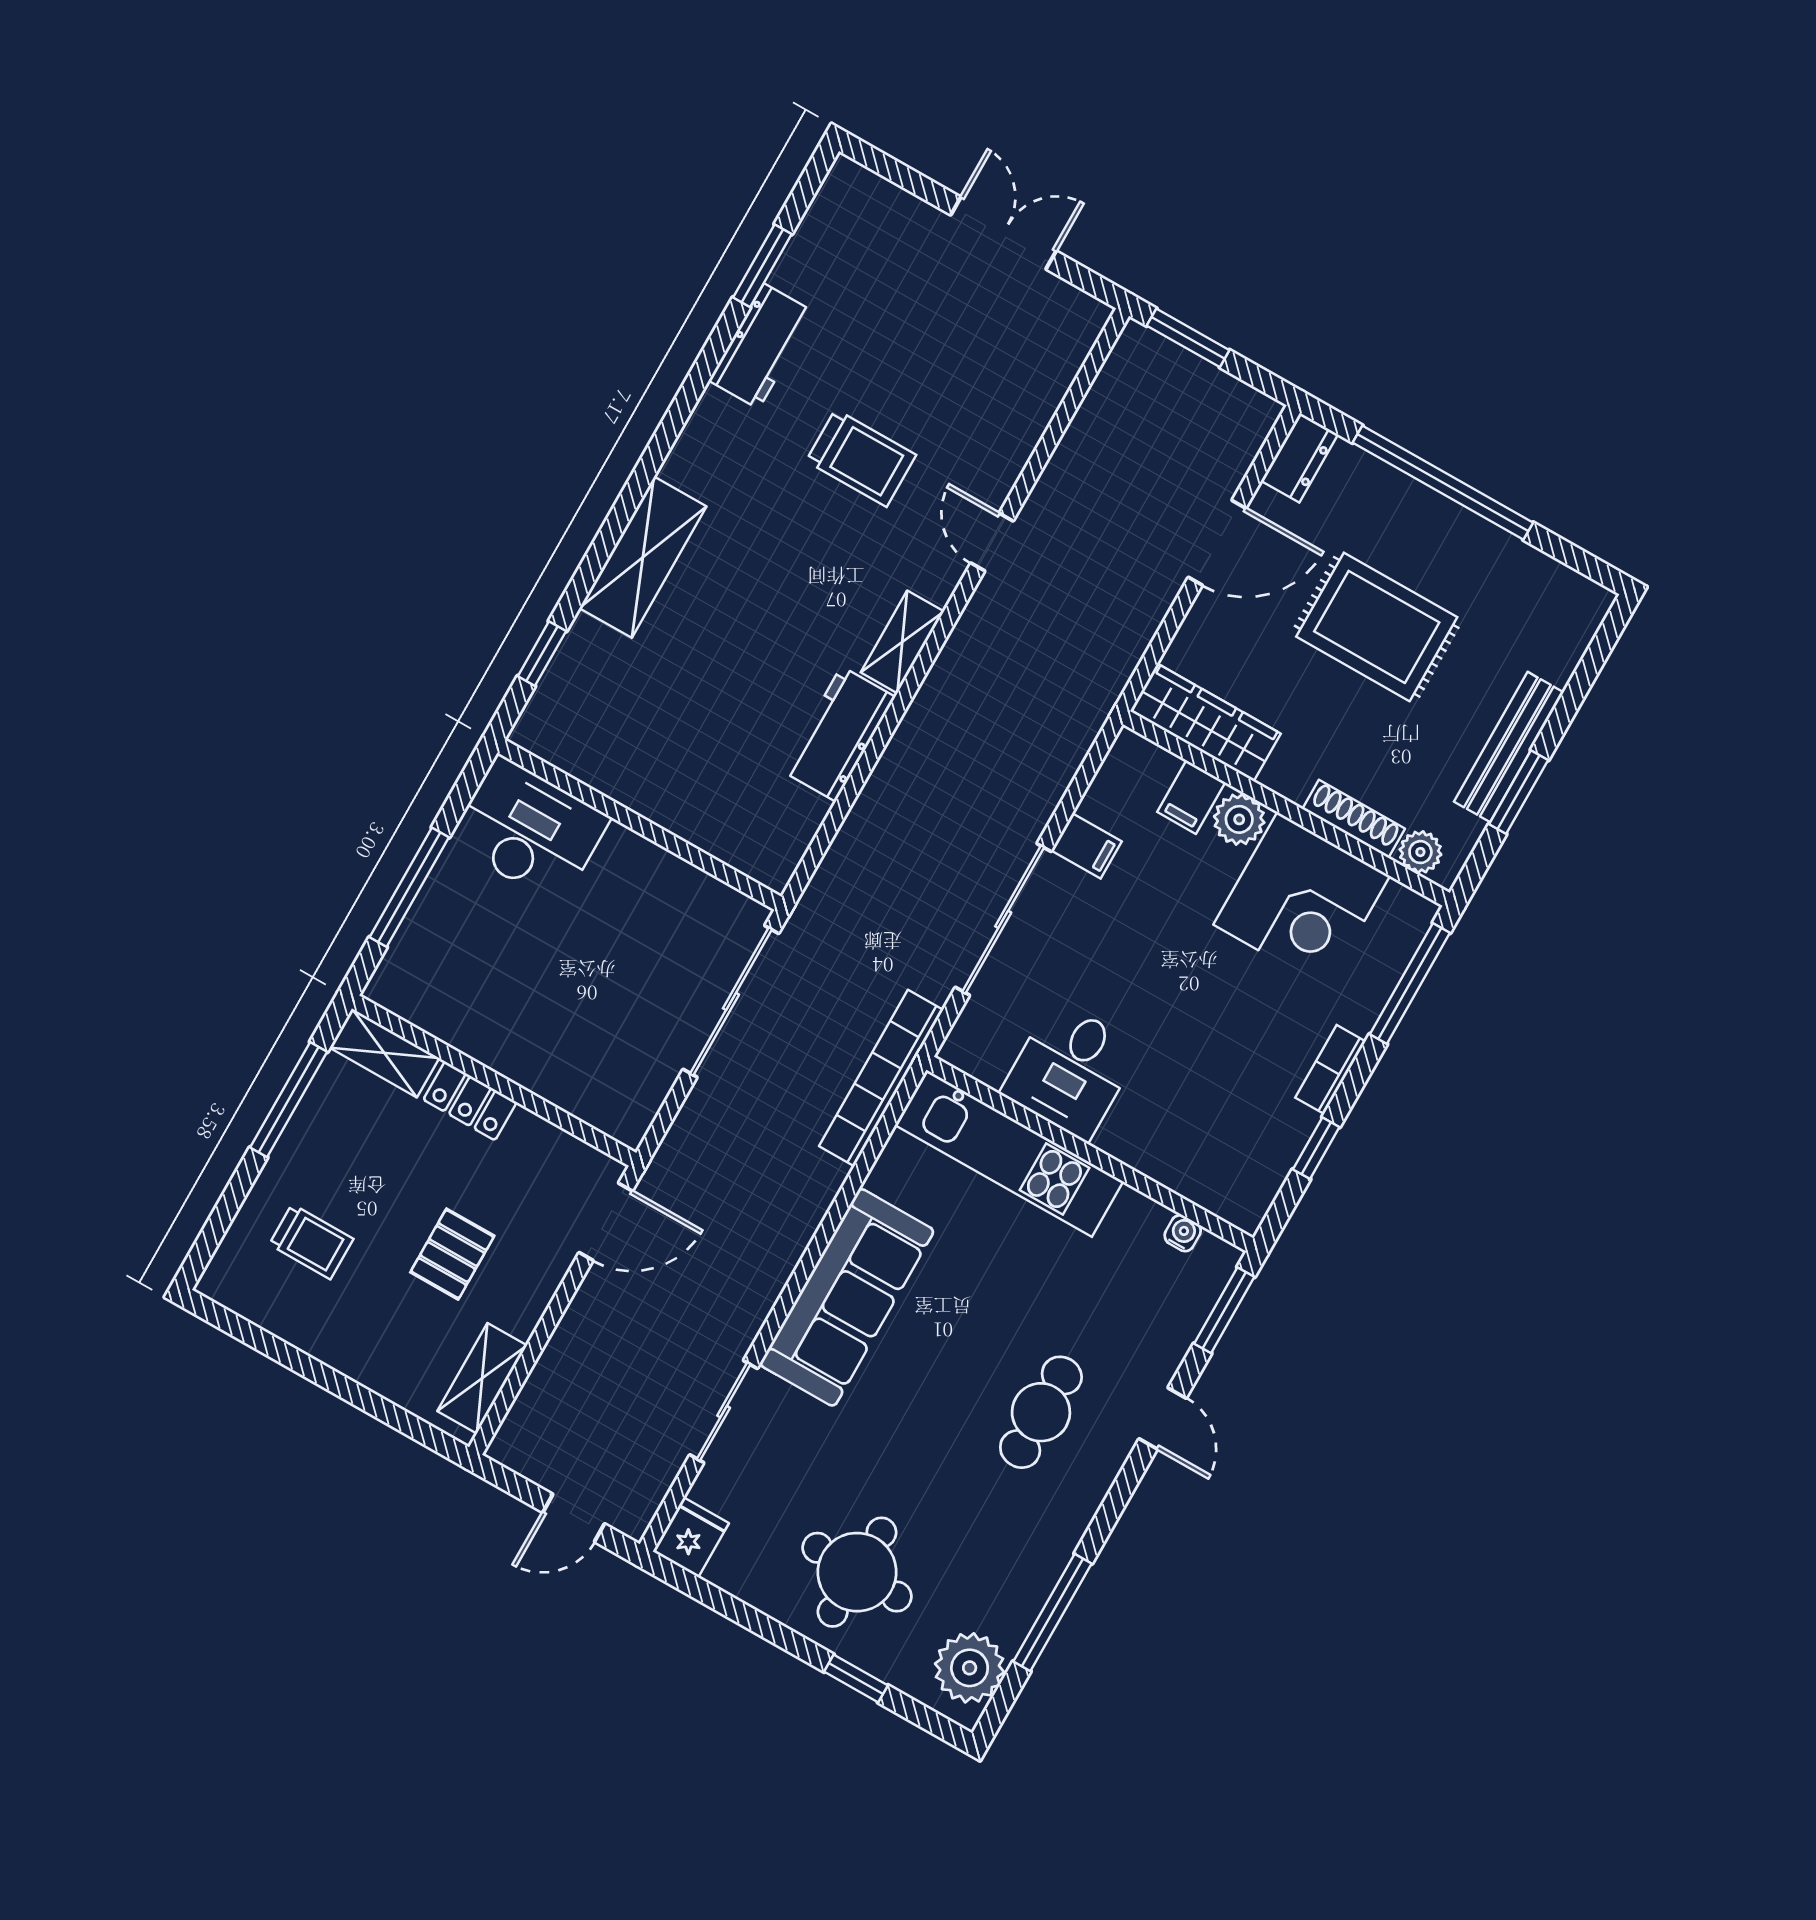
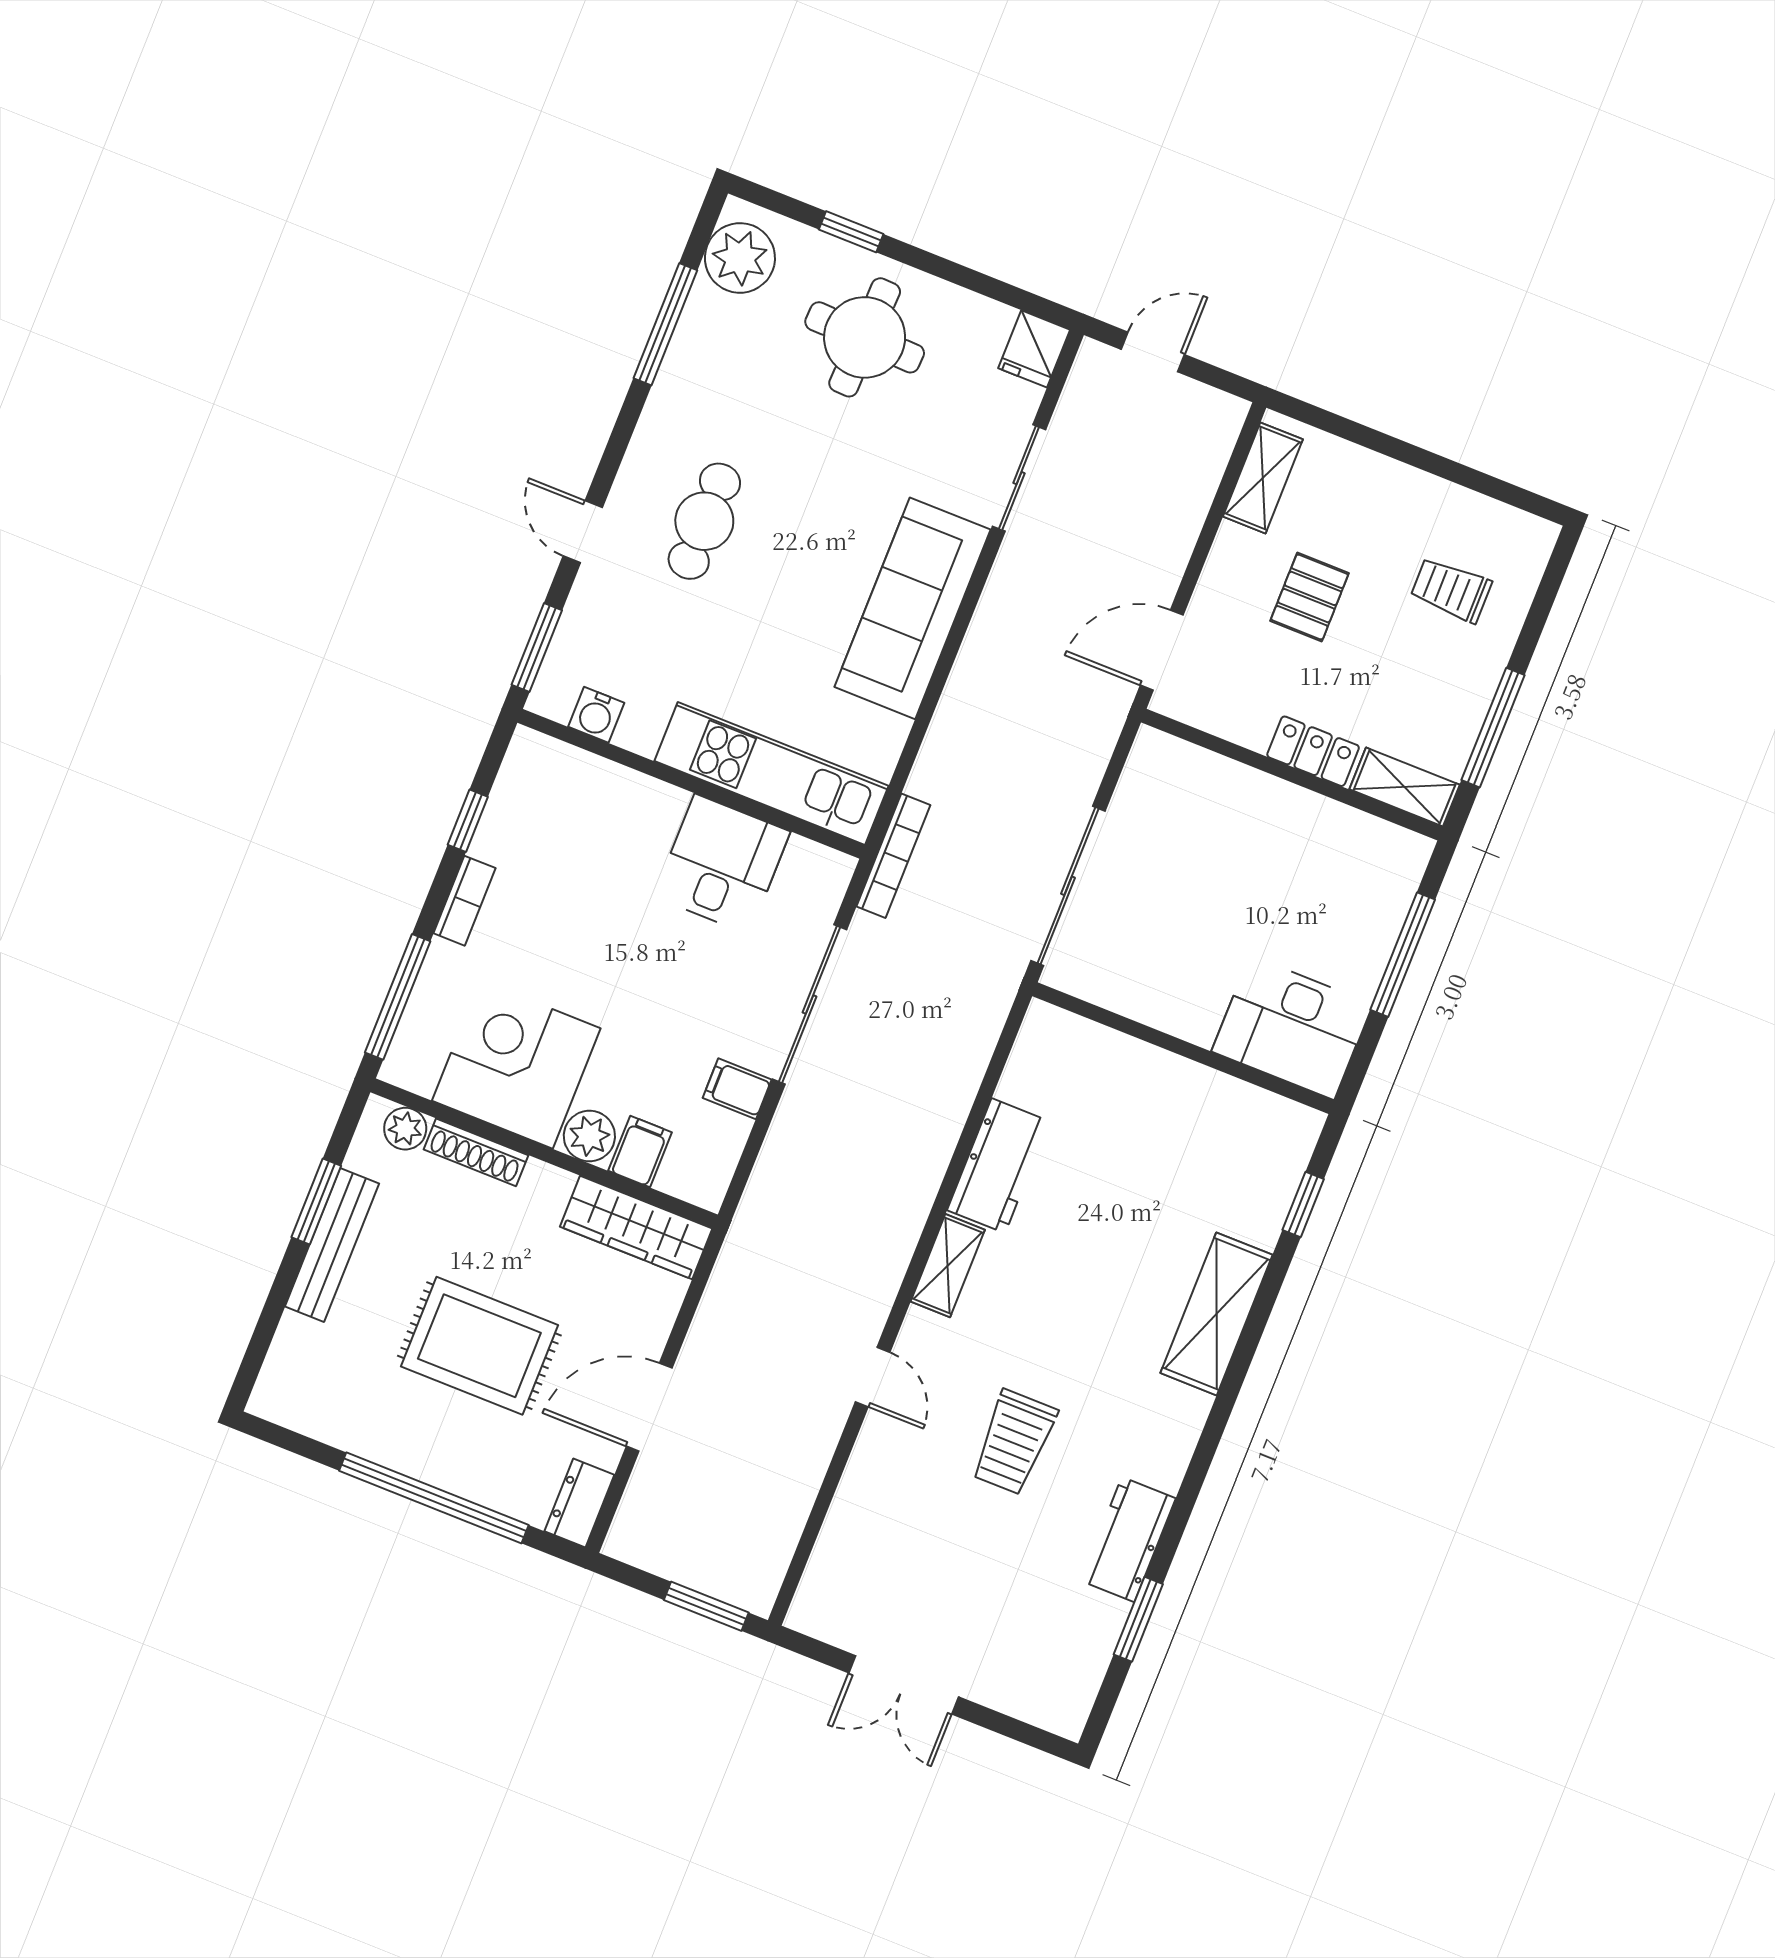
trolley: (861, 458) -> (1014, 1442), turned -90
bookcase: (881, 1078) -> (893, 856), width x0.68, depth x0.76
water cooler: (1183, 1233) -> (596, 715), width x1.38, depth x1.38

